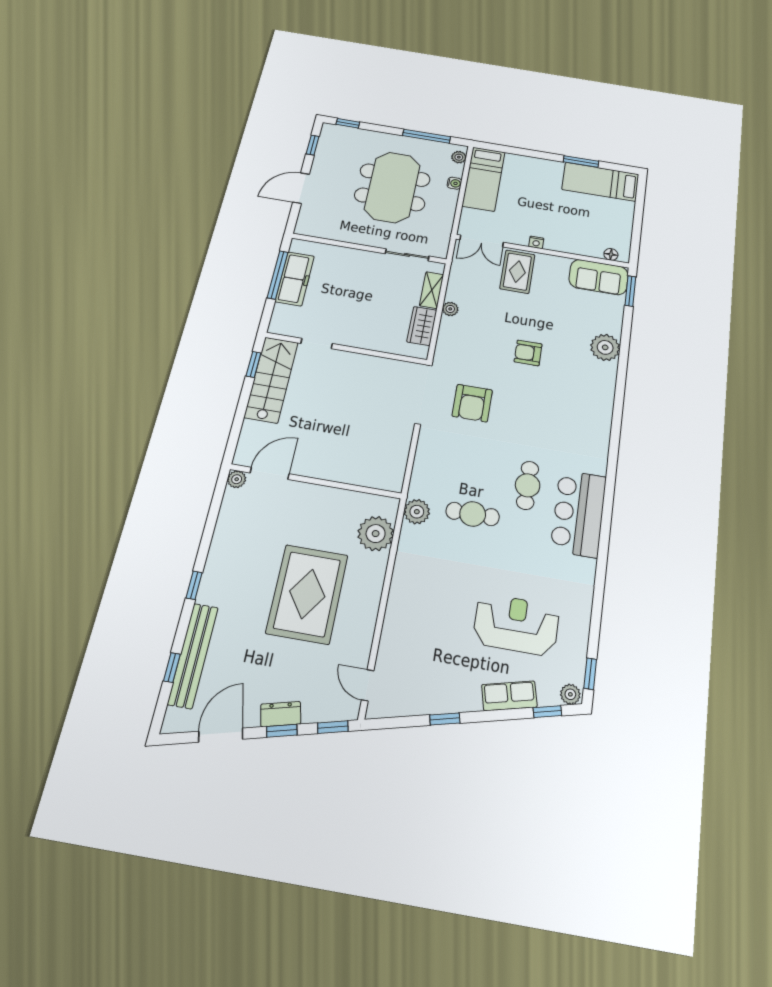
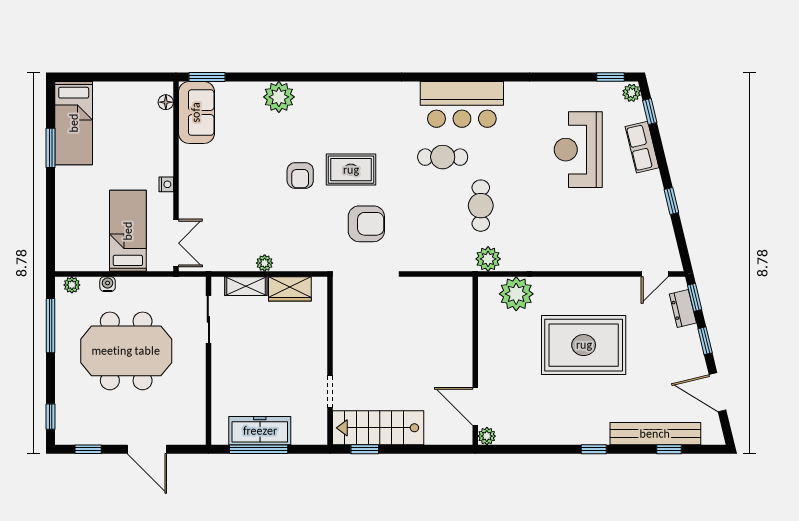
bed: (483, 179) -> (128, 231), moved, turned -90
rug: (517, 272) -> (351, 170), moved
dresser: (281, 714) -> (683, 309), moved

